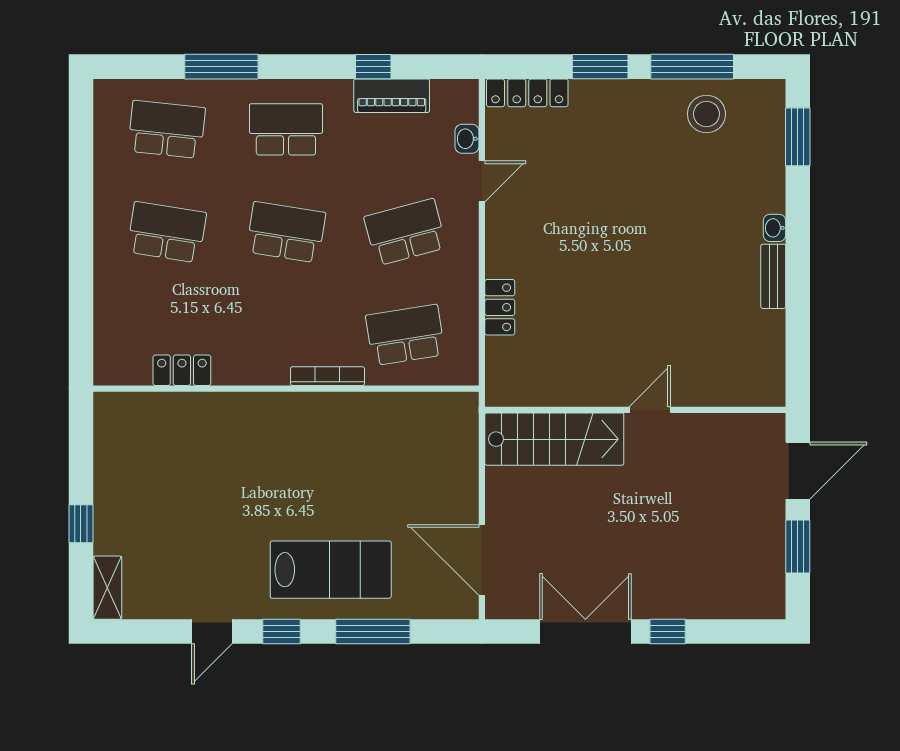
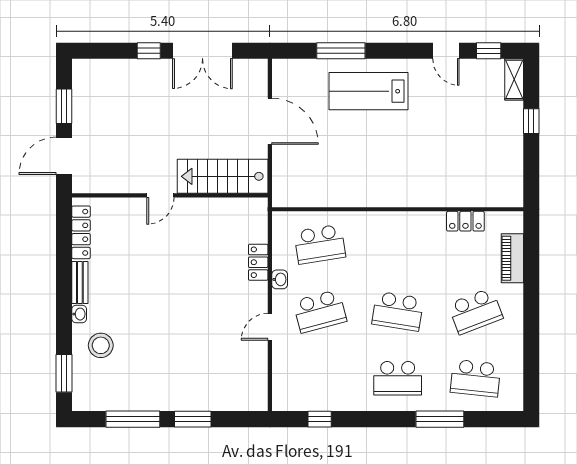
window: (373, 67) -> (320, 419), moved
locker: (527, 93) -> (81, 232), moved, turned 90
piano: (392, 96) -> (512, 258), moved, turned -90
stool: (706, 114) -> (101, 345), moved
washbasin: (467, 139) -> (280, 279), moved
door: (482, 181) -> (270, 327), moved
school desk: (167, 232) -> (475, 311), turned -30
bookcase: (327, 376) -> (371, 217), removed
door: (482, 560) -> (270, 121), moved
door: (212, 632) -> (446, 51), swing flipped
window: (281, 632) -> (489, 51), moved

